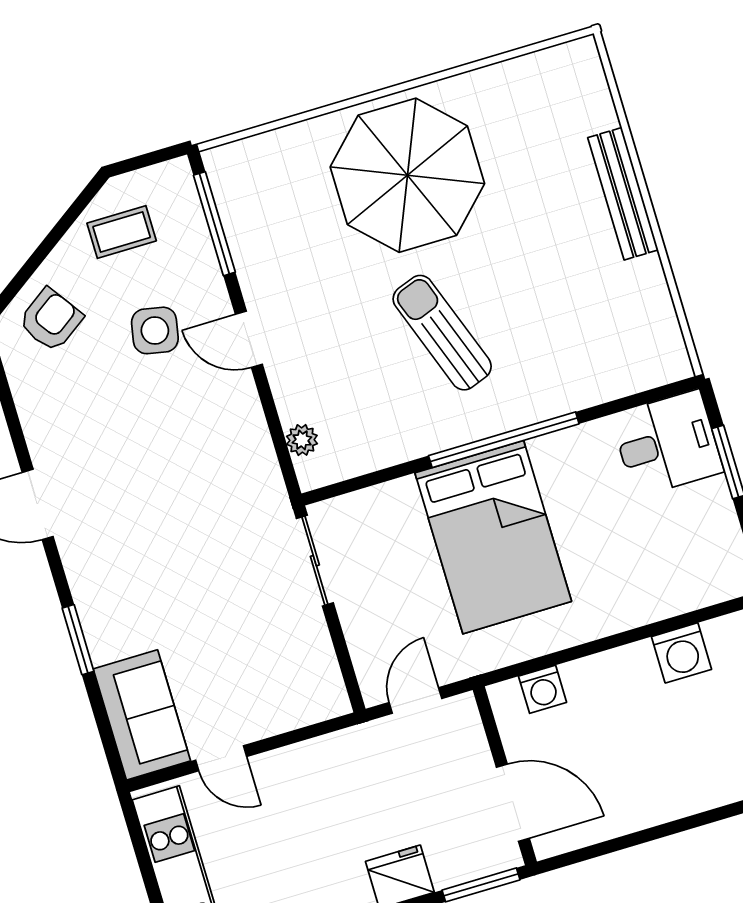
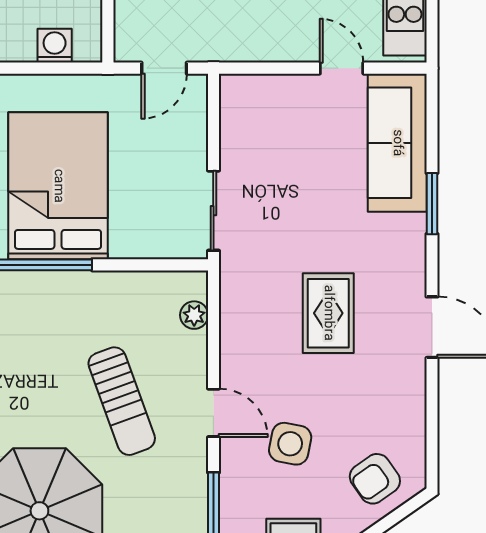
sun lounger: (442, 333) -> (122, 401), moved
rug: (156, 486) -> (328, 313), added
sofa: (142, 715) -> (397, 143), width x1.36

